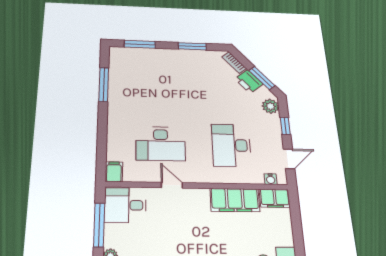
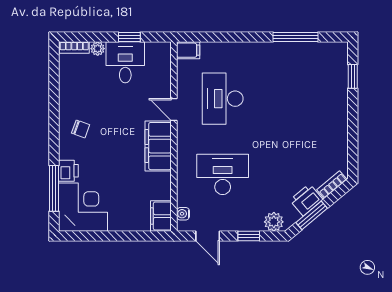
window: (140, 44) -> (353, 76), width x0.67
window: (192, 46) -> (353, 137), removed
door: (172, 185) -> (174, 110), swing flipped
filing cabinet: (235, 200) -> (158, 146), moved
desk: (125, 205) -> (125, 62), moved
window: (99, 225) -> (129, 37), width x0.46

